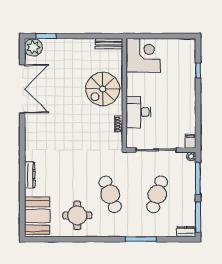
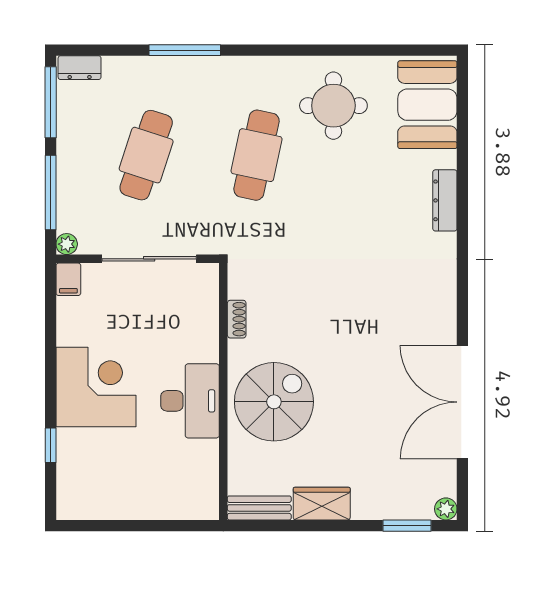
wardrobe: (82, 45) -> (322, 504), added
plant: (33, 47) -> (446, 509), width x0.53, depth x0.53
corner desk: (143, 55) -> (96, 387), moved, turned 180
desk: (139, 112) -> (190, 401), moved
cafe table: (110, 194) -> (257, 155), turned 33

